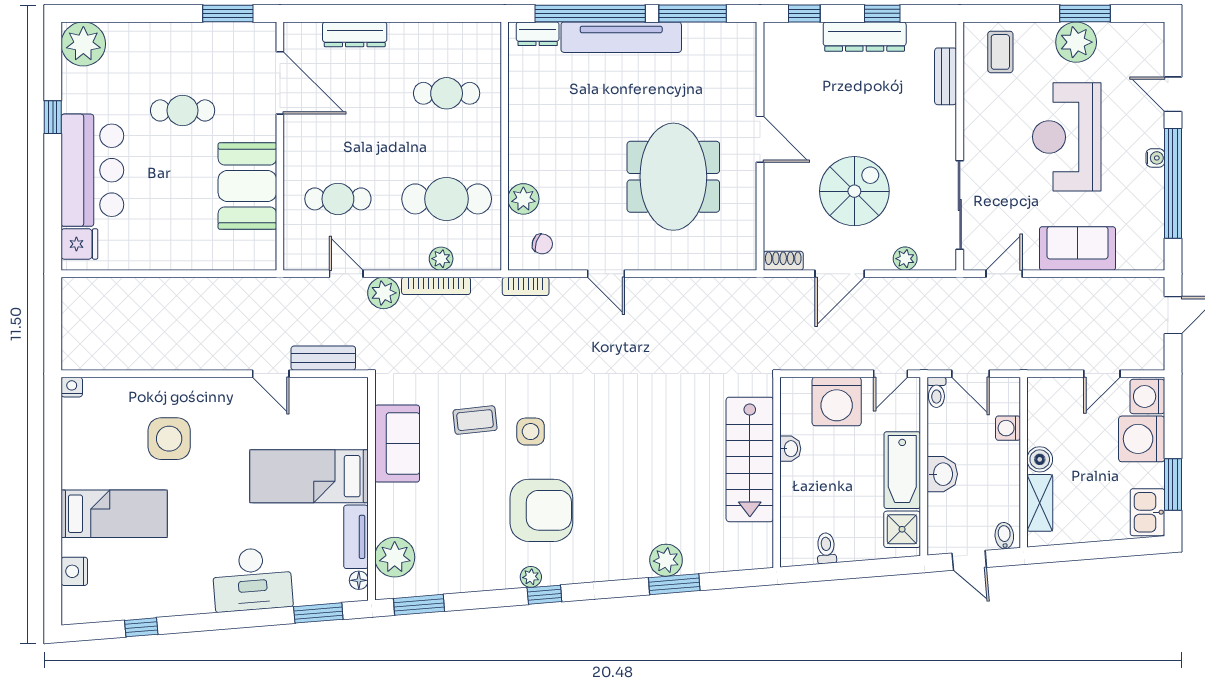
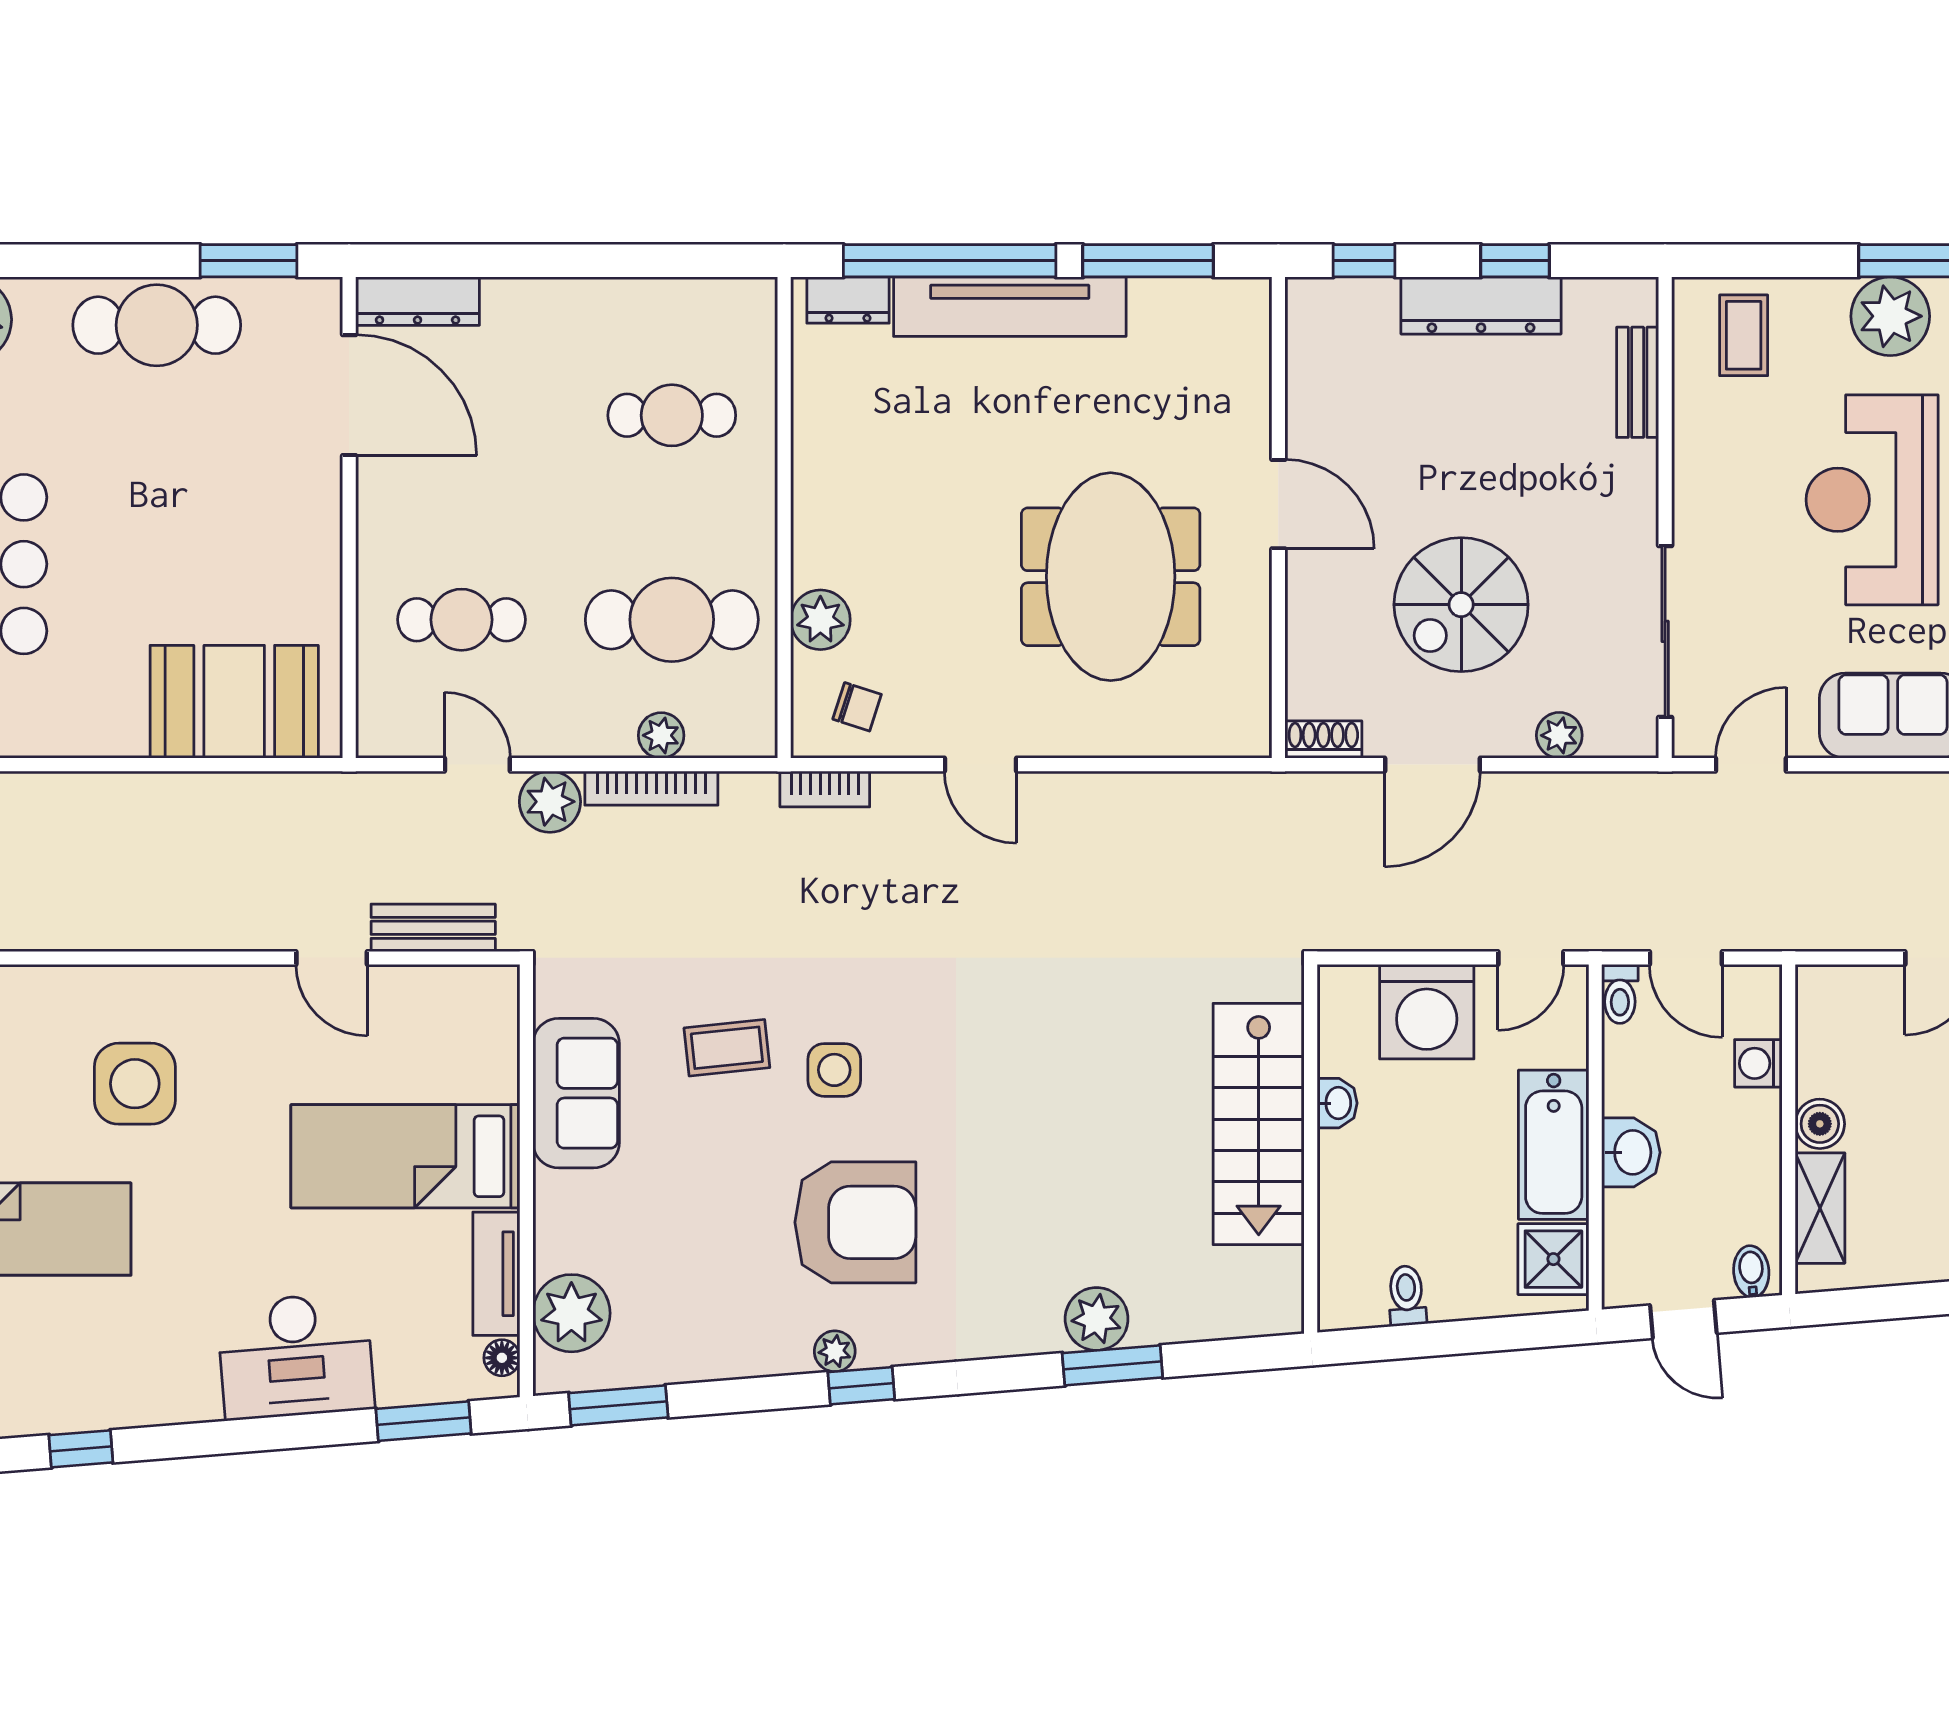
dresser: (355, 34) -> (418, 301), moved
cafe table: (183, 110) -> (157, 325), moved, width x1.37, depth x1.35
booth: (247, 186) -> (234, 702), moved, turned 90
spiral stairs: (854, 191) -> (1461, 605), turned 180

